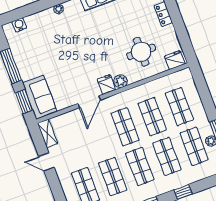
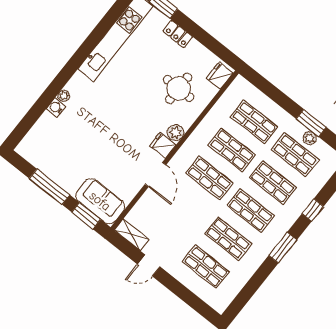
water cooler: (19, 25) -> (56, 108), moved

